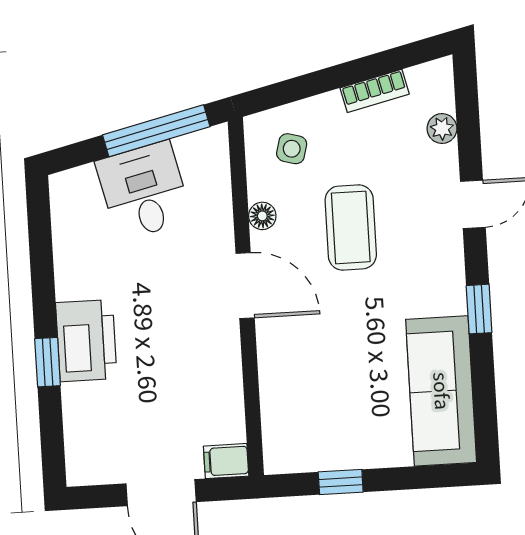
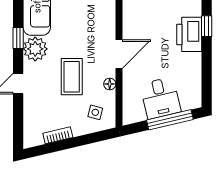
plant: (442, 129) -> (35, 49), moved, width x1.87, depth x1.87
window: (156, 131) -> (170, 120), moved
door: (245, 286) -> (119, 54), swing flipped

